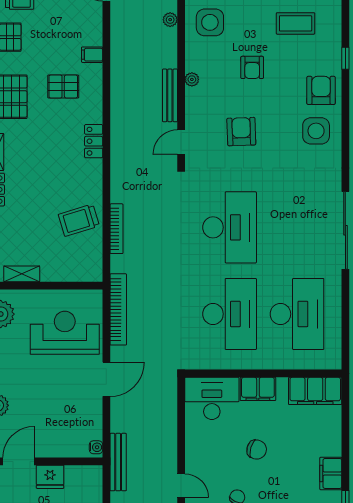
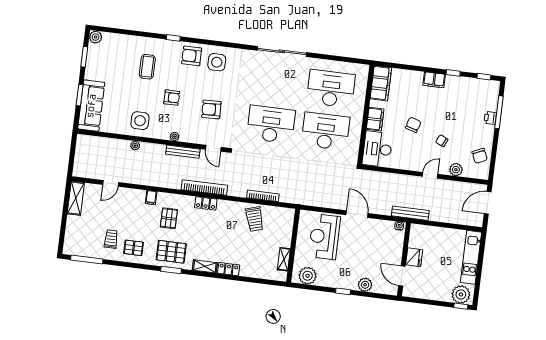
bookcase: (118, 309) -> (204, 187), moved

